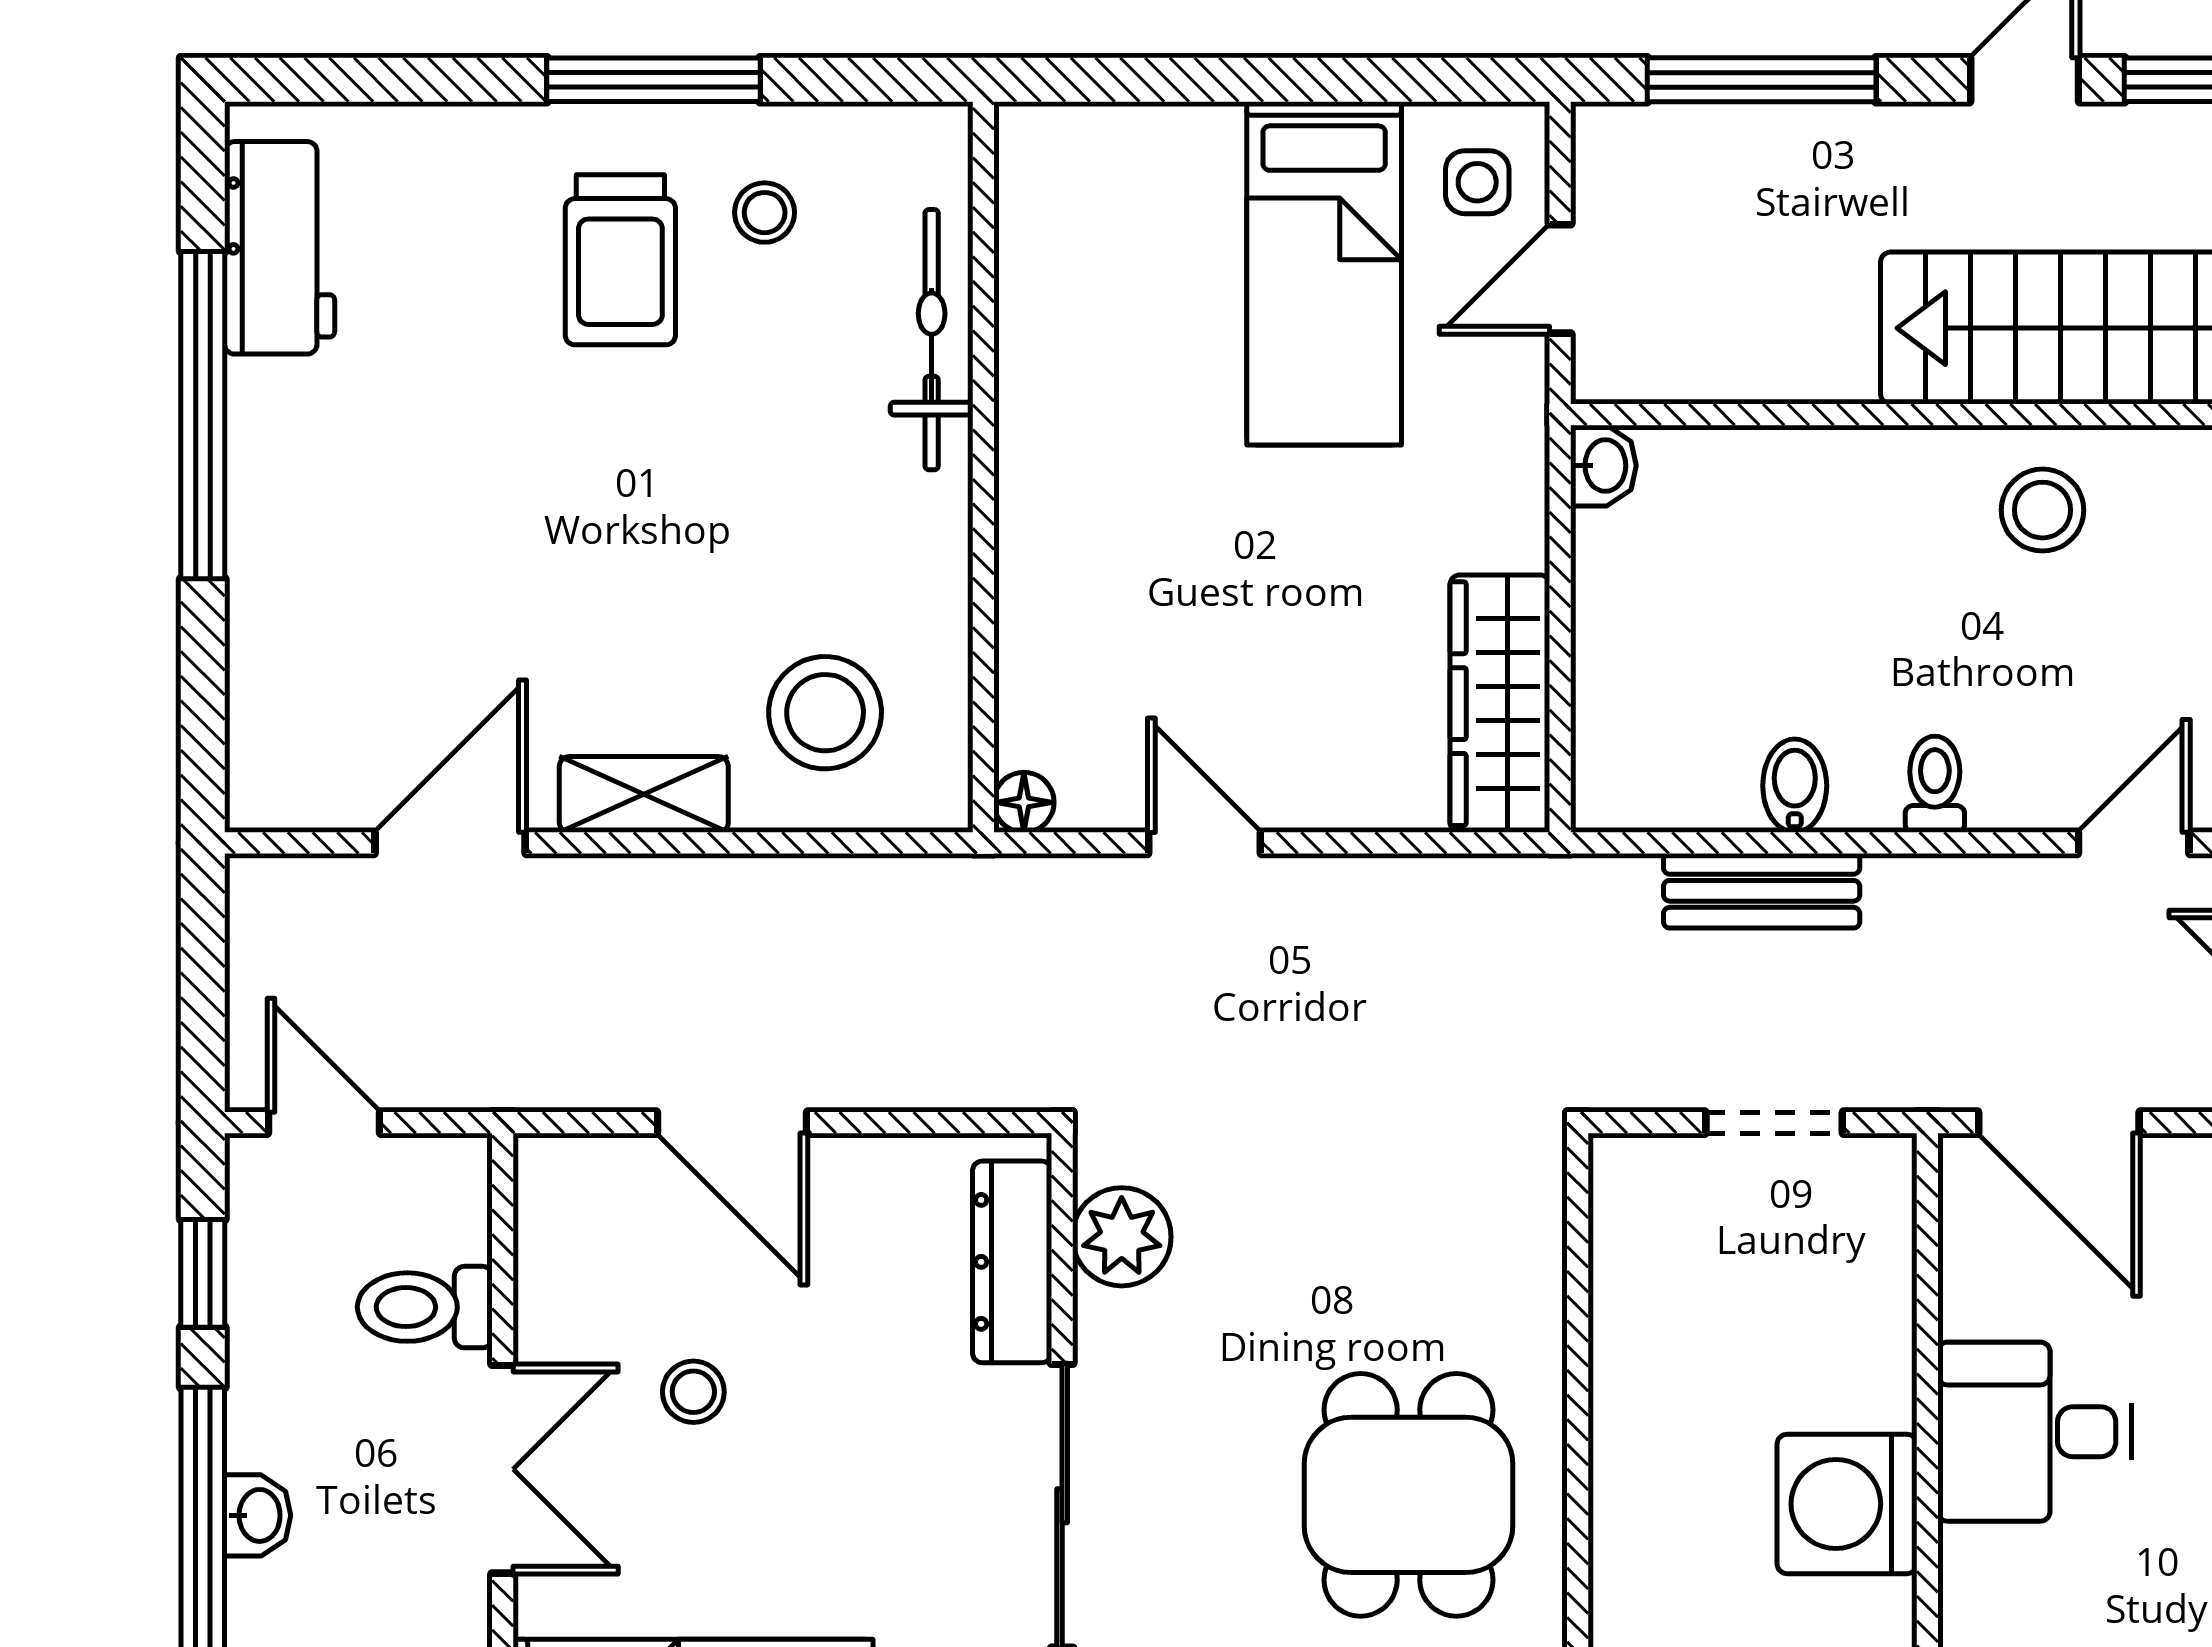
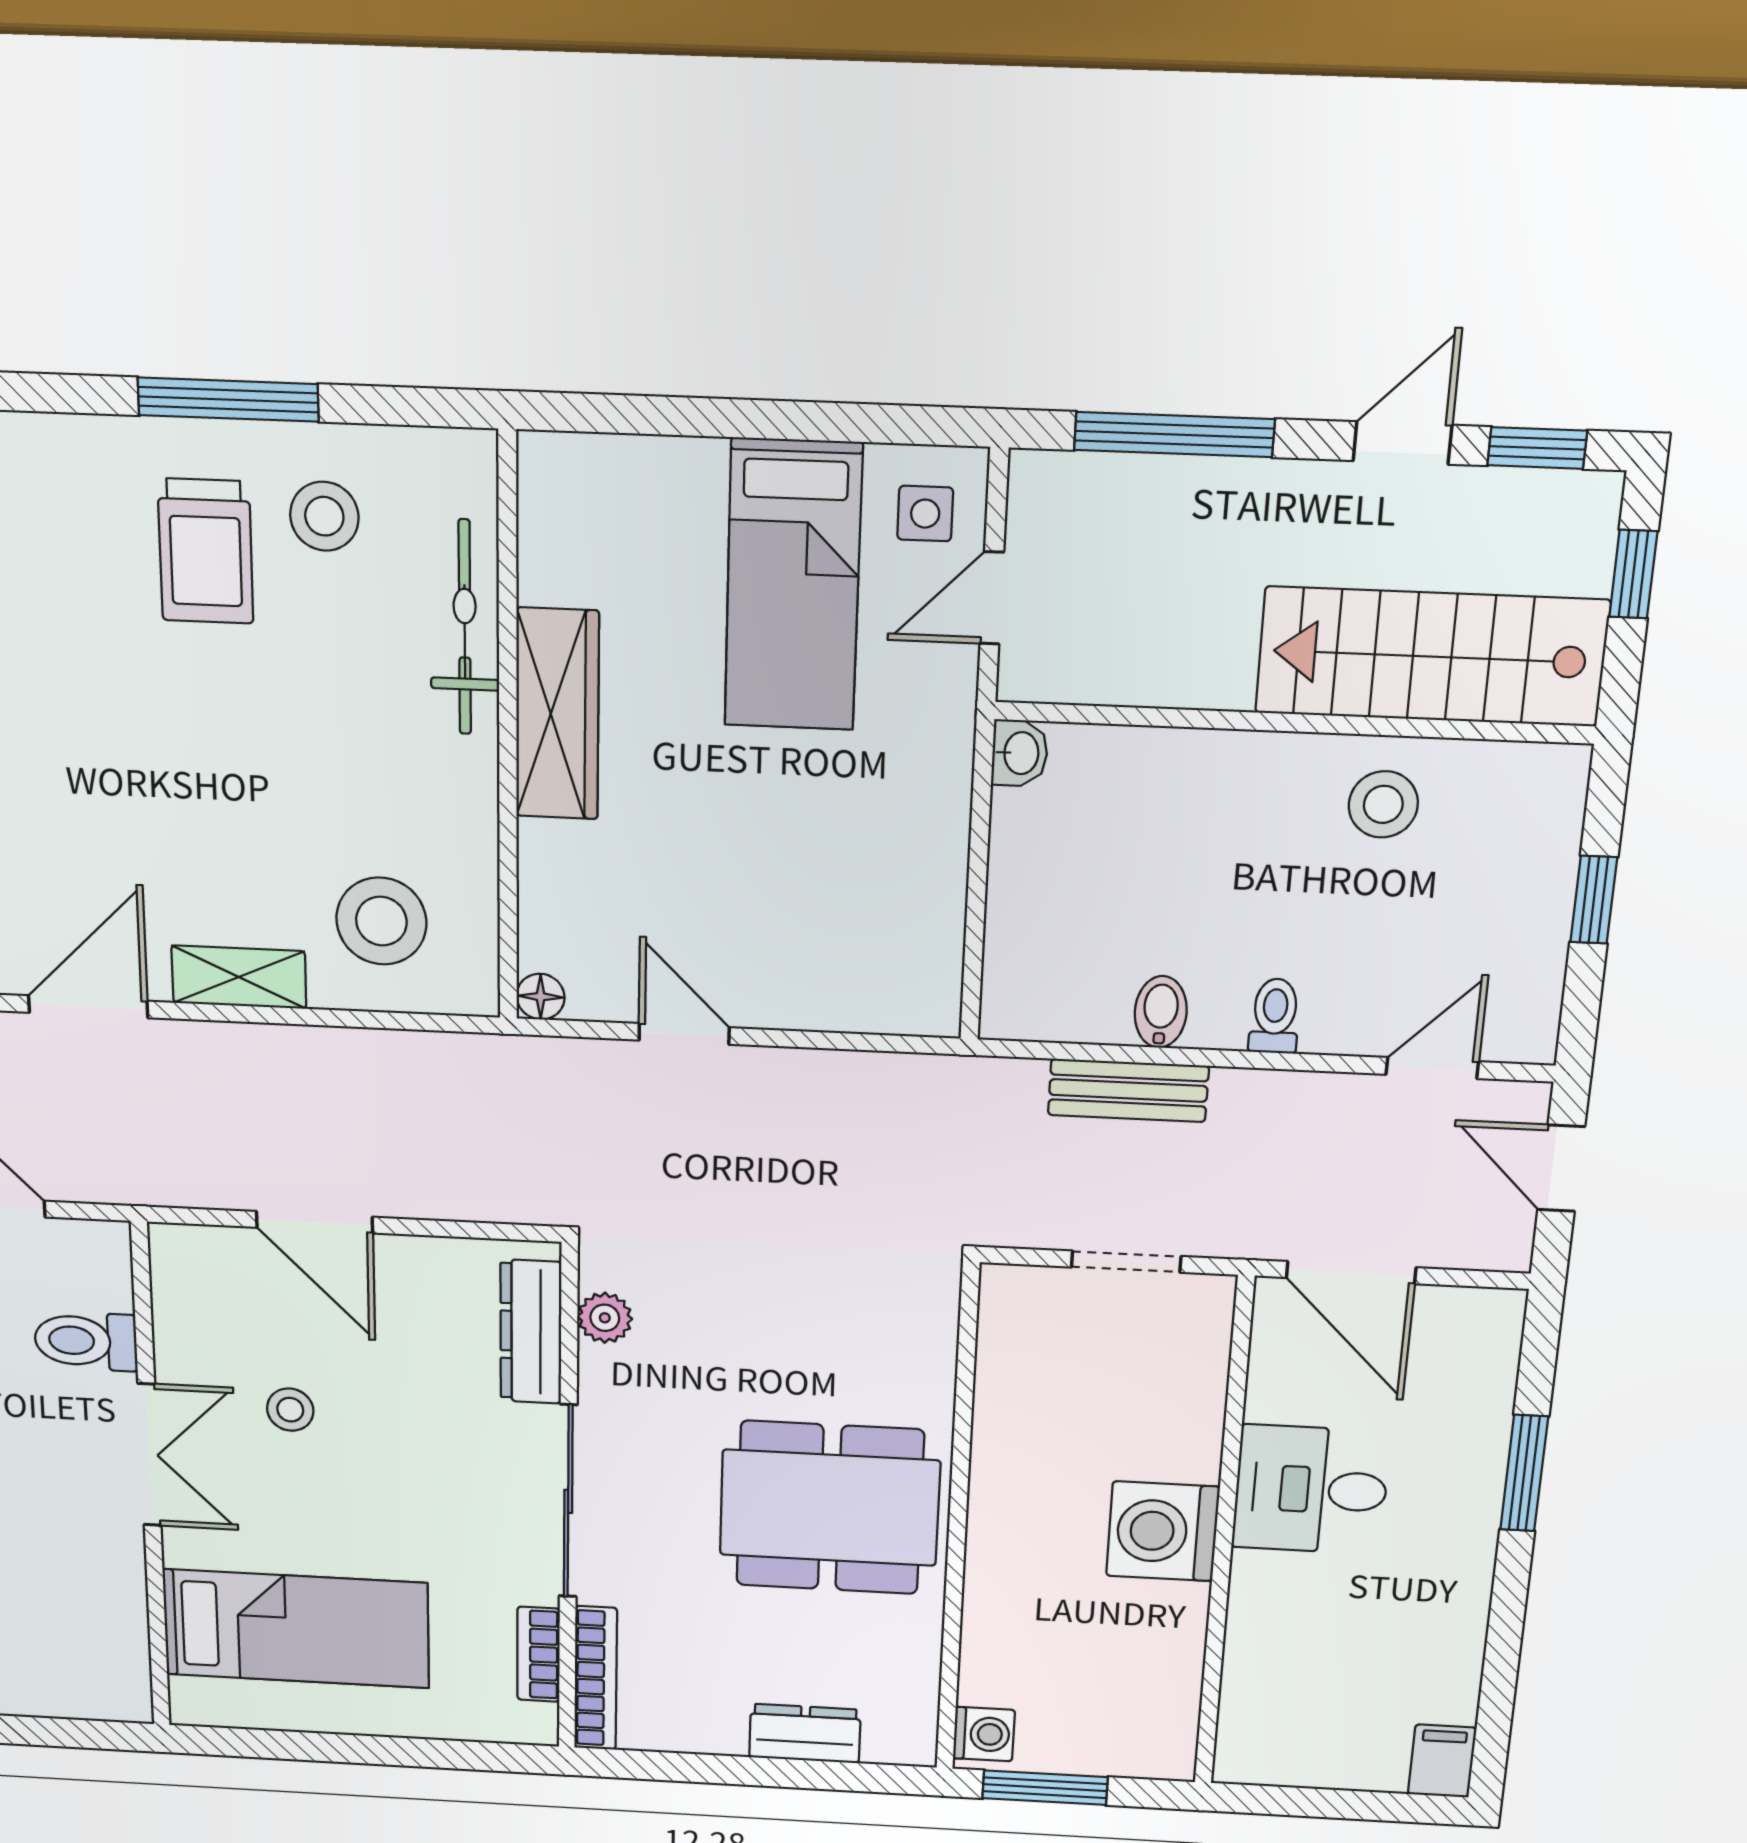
stool: (765, 213) -> (324, 516), width x1.37, depth x1.37
wardrobe: (1500, 704) -> (557, 714), moved, turned 180
plant: (1122, 1237) -> (605, 1318), width x0.73, depth x0.73
dining table: (1408, 1495) -> (830, 1508), width x1.38

